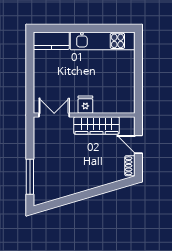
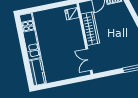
fridge: (85, 105) -> (72, 14), moved

